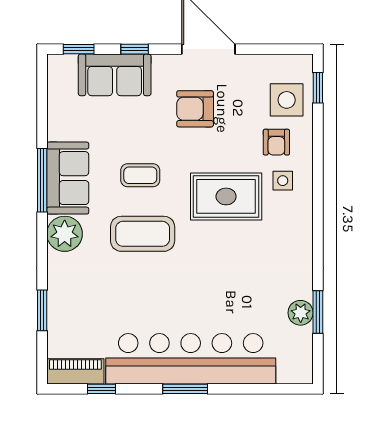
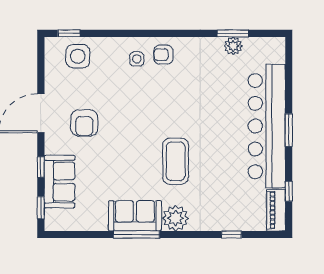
armchair: (276, 142) -> (163, 55), moved, turned 180
coffee table: (140, 175) -> (133, 163), removed
rug: (226, 196) -> (148, 100), removed
window: (42, 310) -> (231, 235), width x0.67

